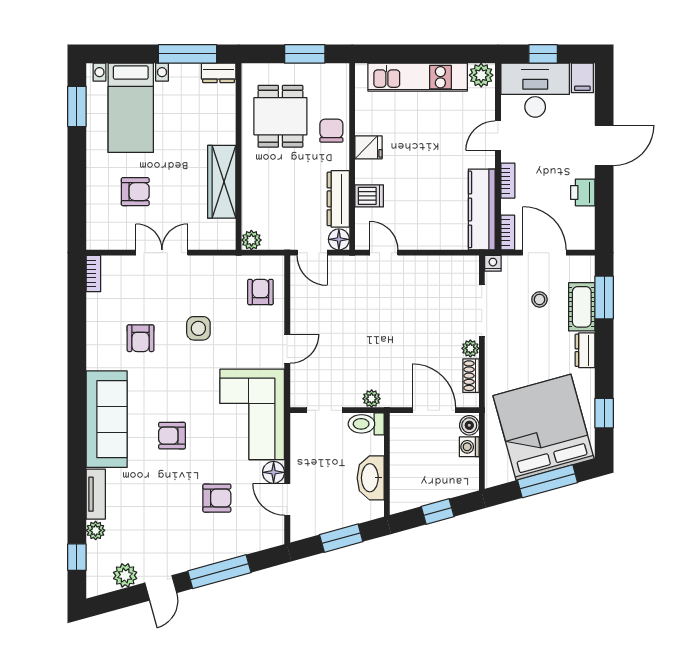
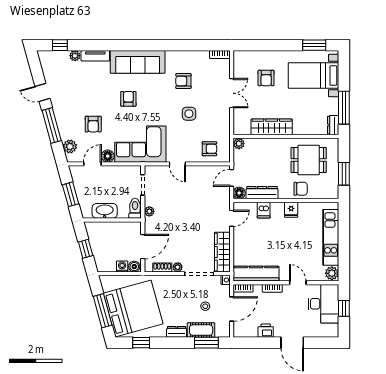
filing cabinet: (582, 78) -> (330, 330), removed
wardrobe: (444, 269) -> (222, 252), added
plant: (125, 575) -> (70, 146), moved

